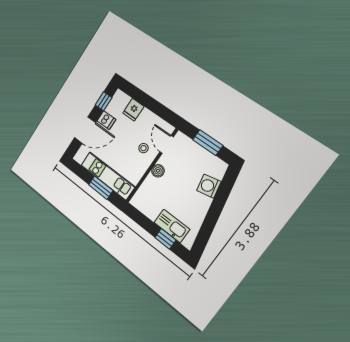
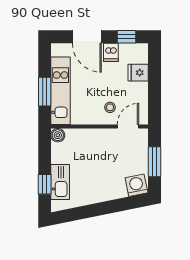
boiler: (158, 171) -> (58, 135), moved
washing machine: (209, 186) -> (136, 185), moved

